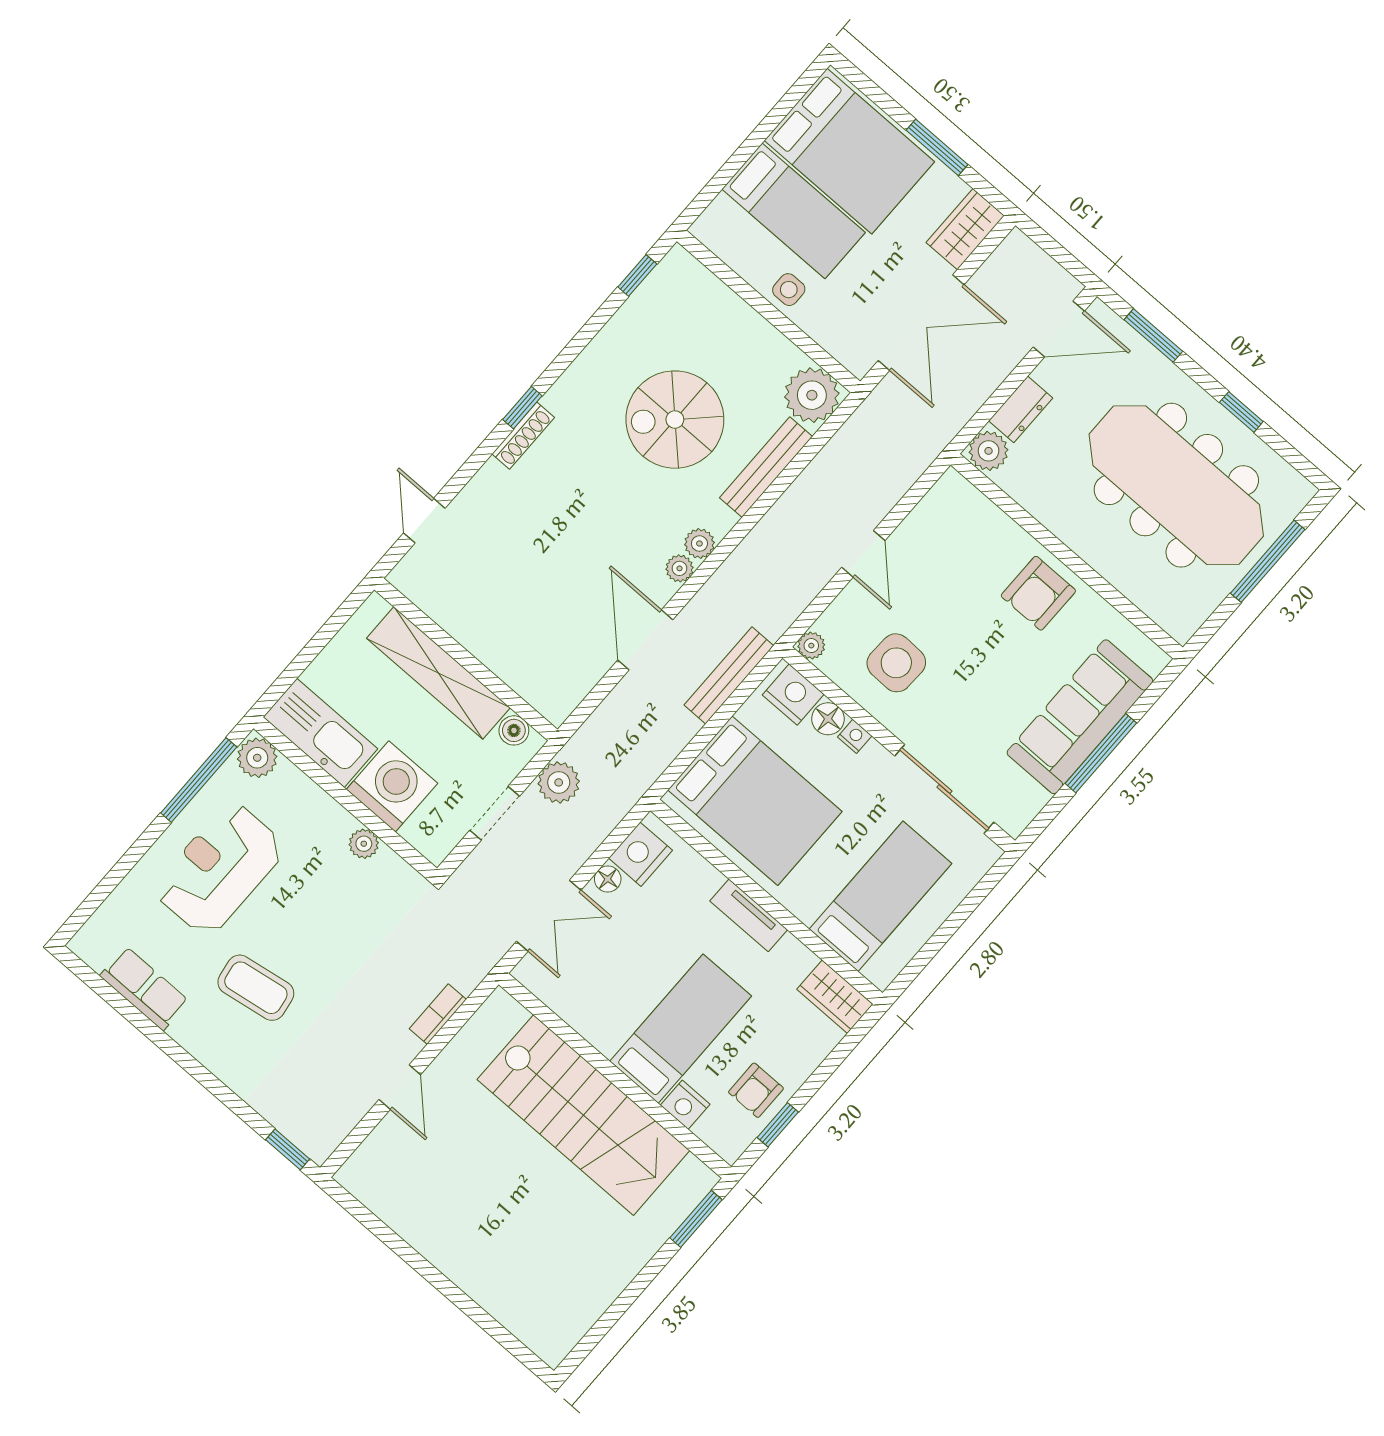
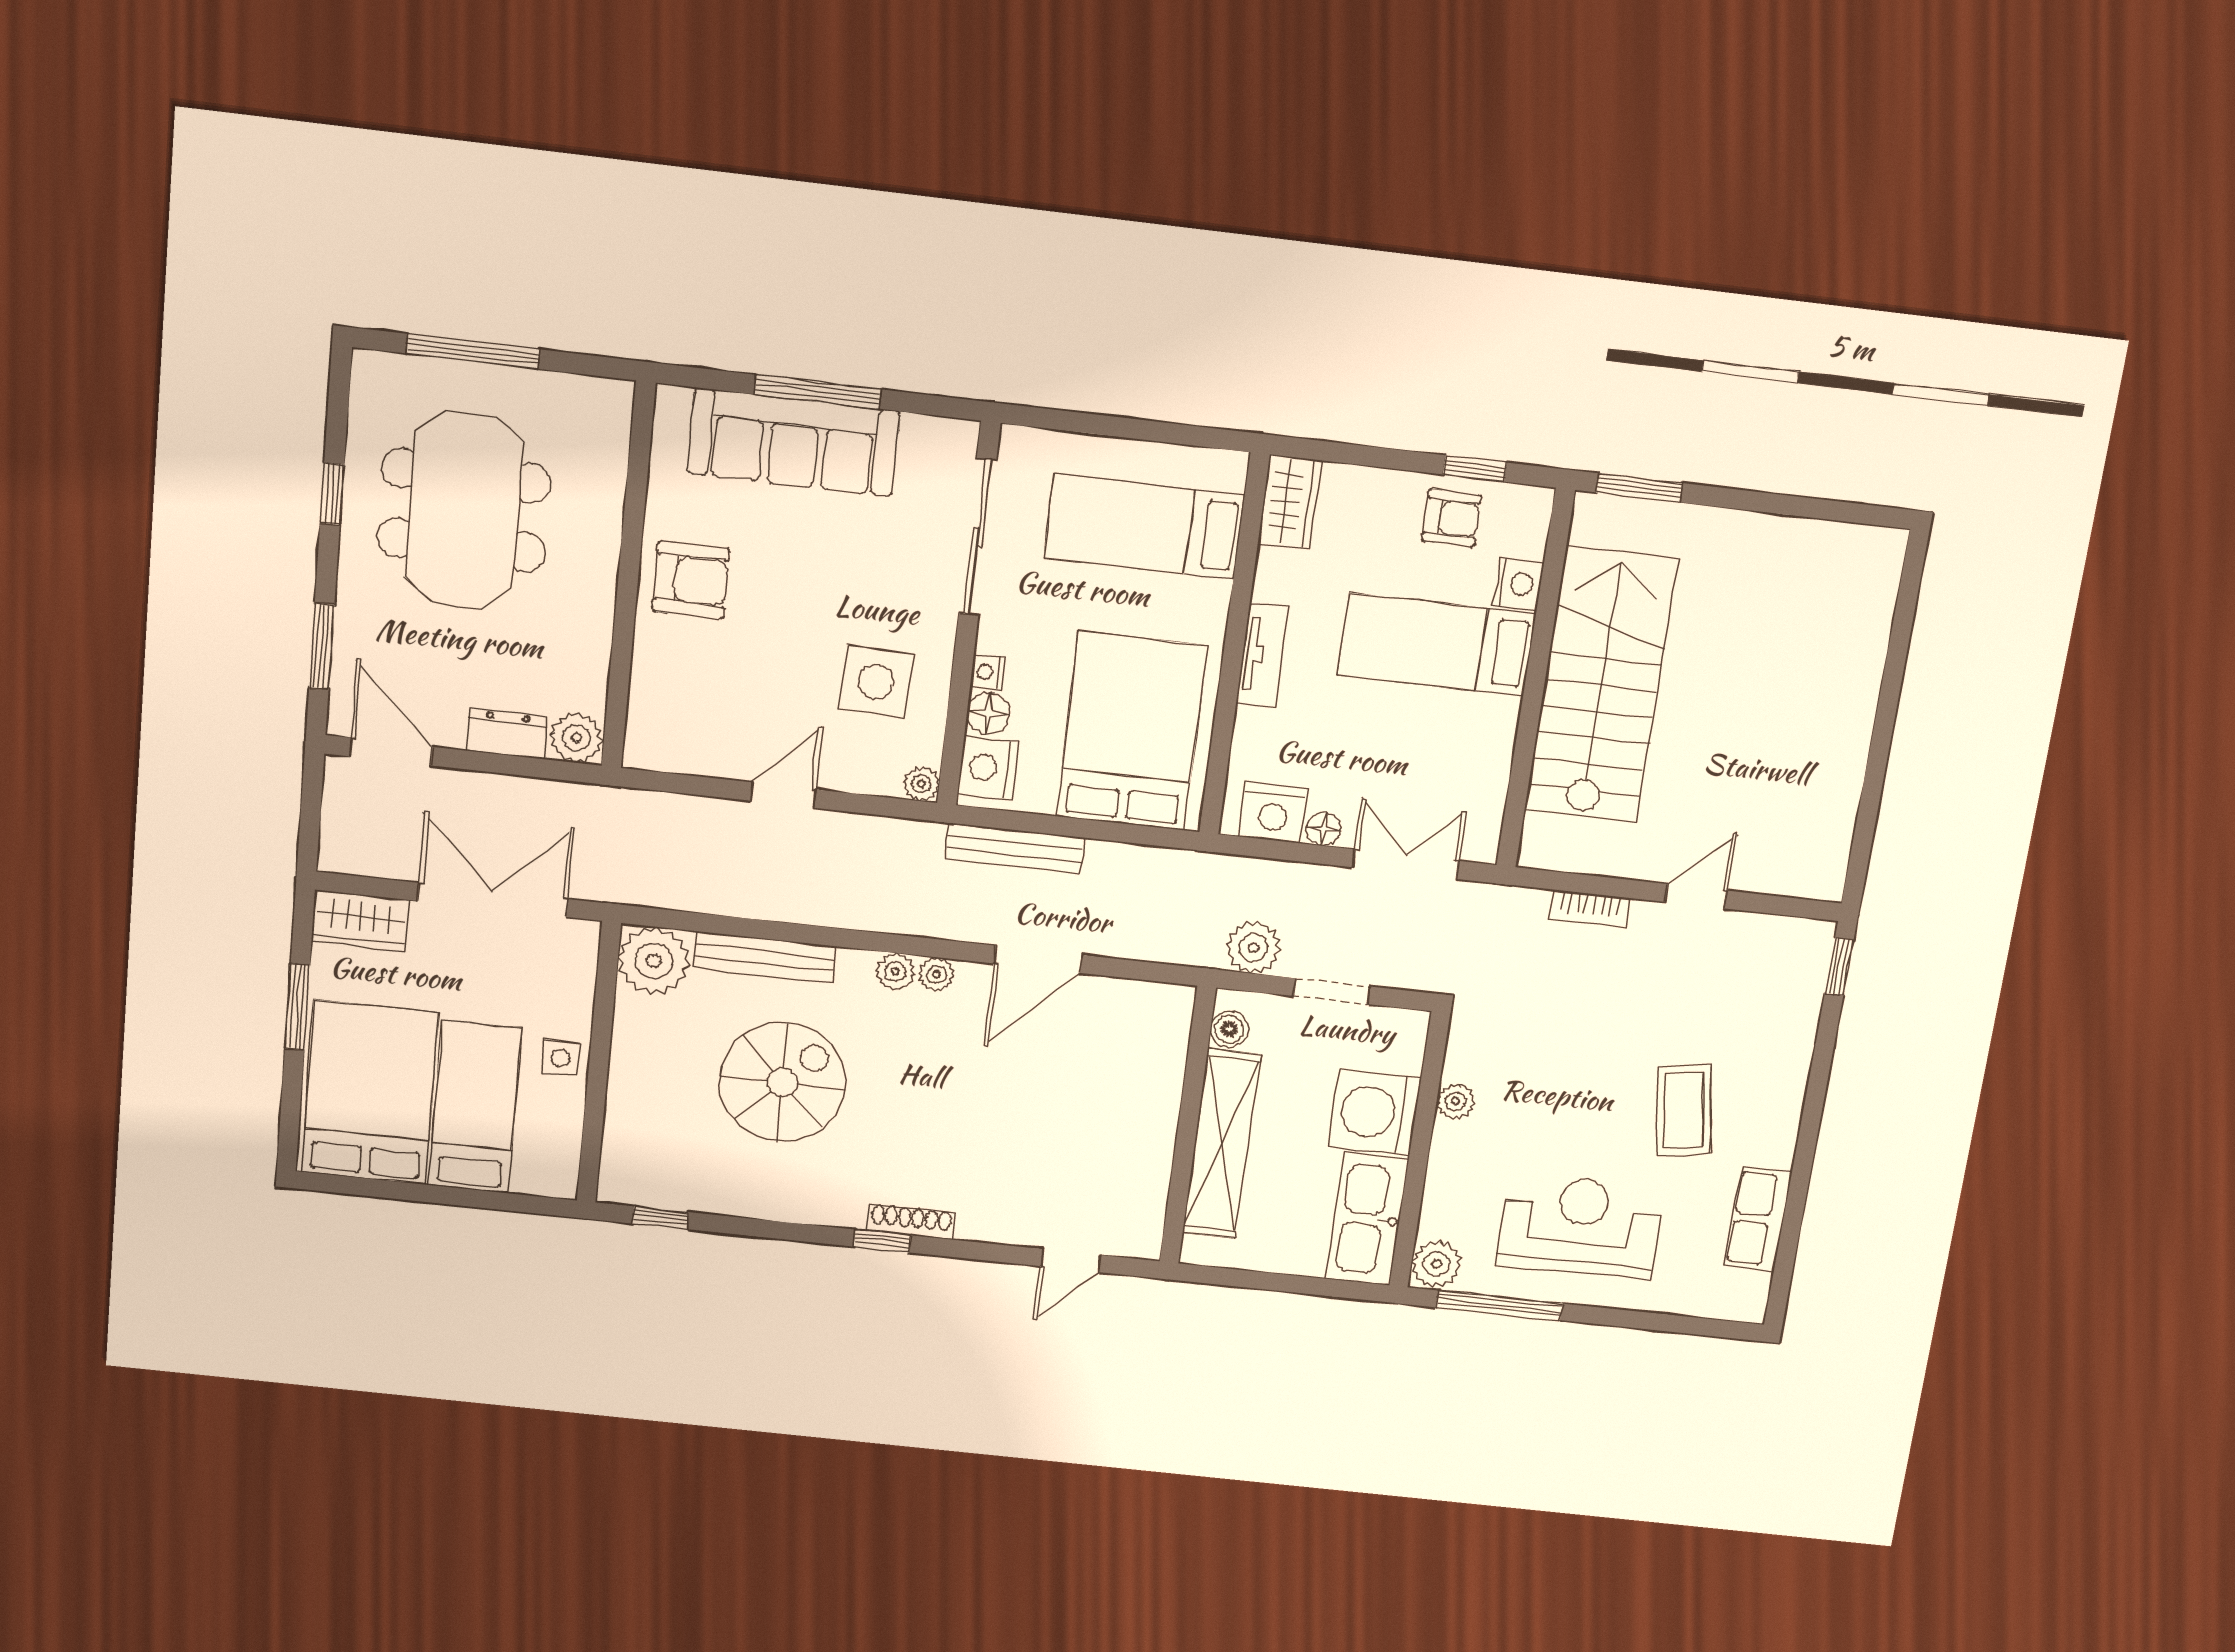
spiral stairs: (675, 420) -> (782, 1082), turned -90
meeting table: (1176, 485) -> (464, 510), width x0.73
reception desk: (219, 869) -> (1580, 1226), turned 180

